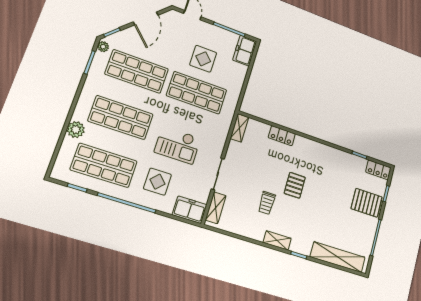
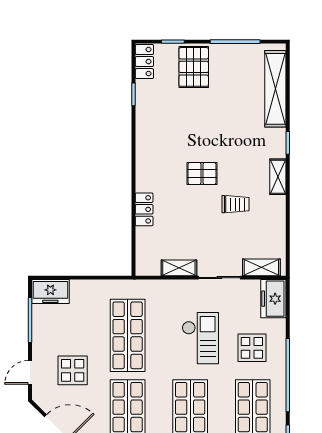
display table: (203, 59) -> (73, 370), moved
shelving: (239, 128) -> (179, 268), moved

